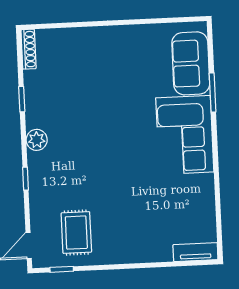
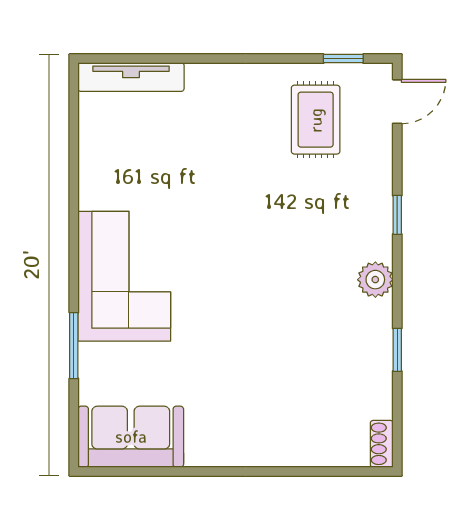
shoe rack: (29, 49) -> (382, 444), width x0.70
sofa: (191, 63) -> (131, 437), moved, turned -90
tv unit: (195, 252) -> (131, 77), width x1.41

